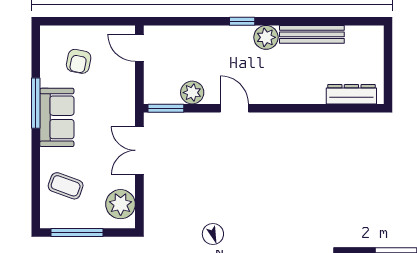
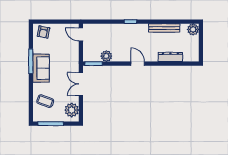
plant: (266, 37) -> (193, 29), moved
armchair: (79, 61) -> (43, 32), moved
dresser: (351, 94) -> (170, 57), moved
door: (235, 108) -> (138, 64), moved

